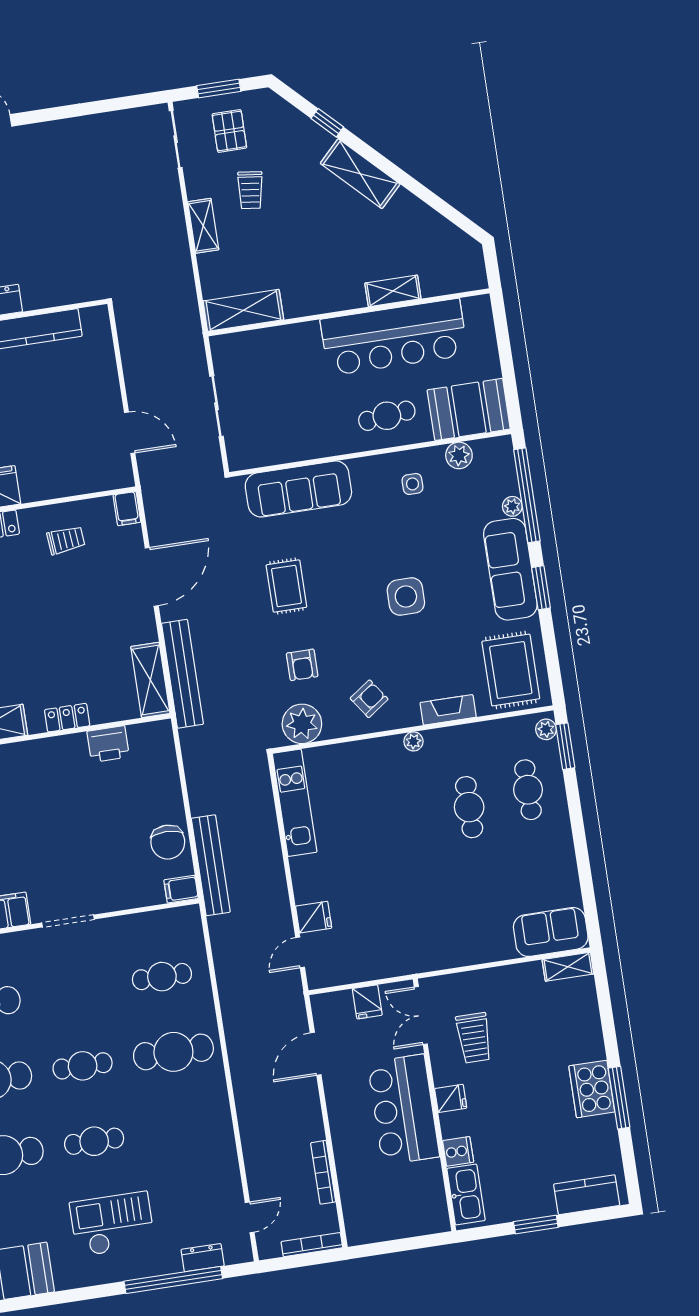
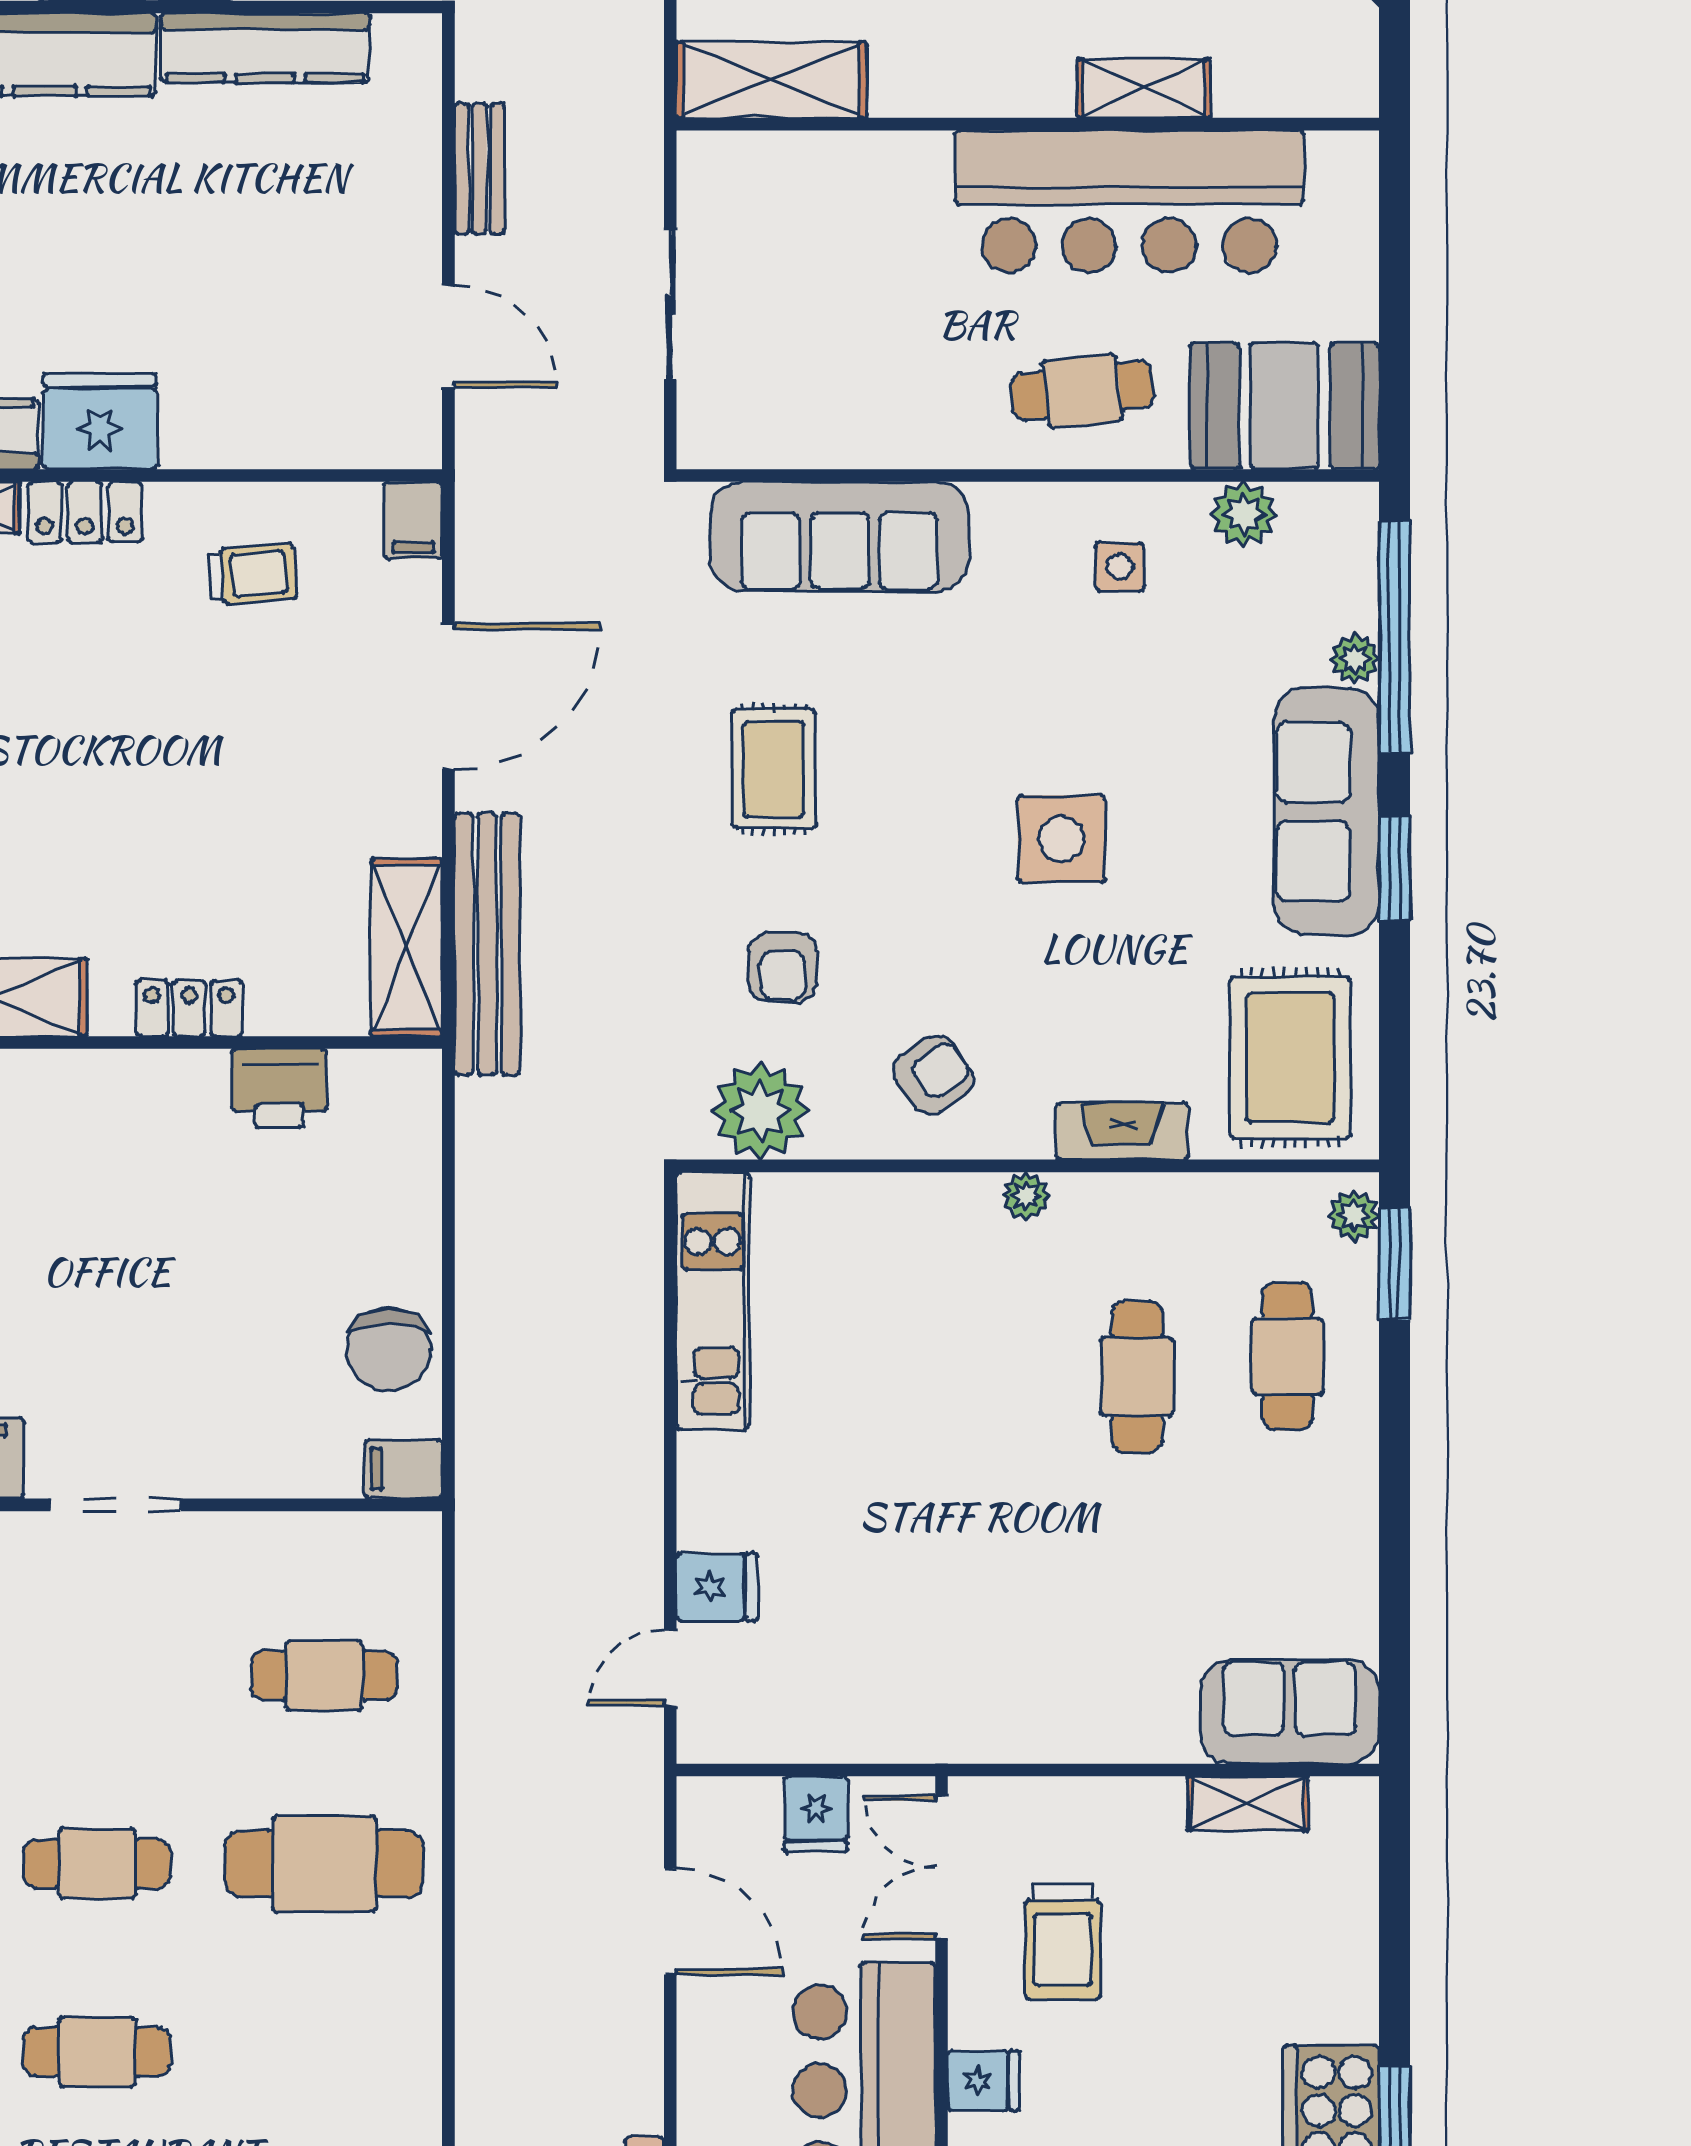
bench: (211, 865) -> (480, 169), moved, width x0.54, depth x0.82
shelving: (568, 967) -> (1248, 1803), moved
door: (316, 1054) -> (670, 1921), swing flipped

